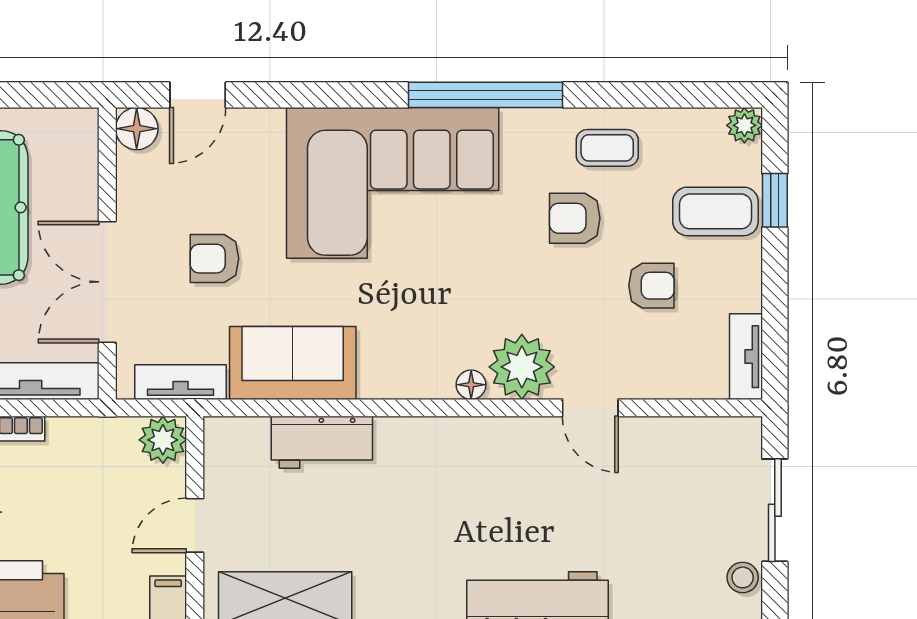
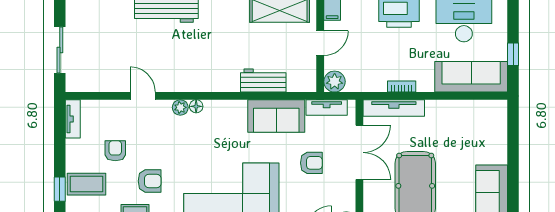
armchair: (651, 286) -> (115, 151), turned 90
plant: (522, 367) -> (180, 107), width x0.53, depth x0.53
stool: (743, 577) -> (74, 20), removed

